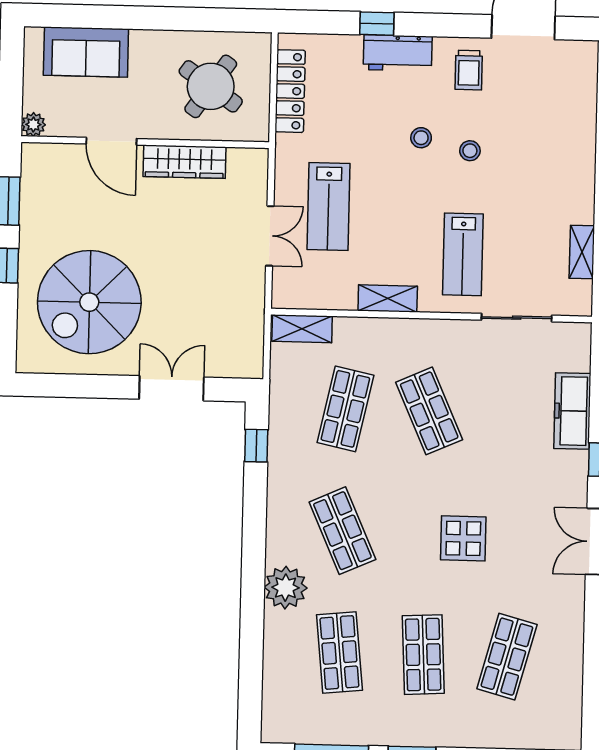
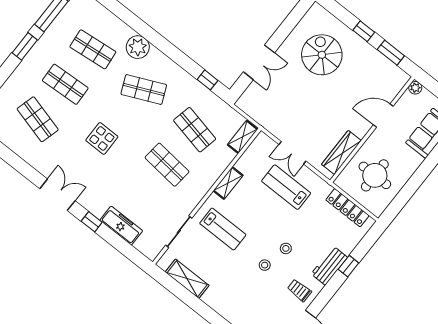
round table: (211, 86) -> (375, 175), turned -35
wardrobe: (184, 162) -> (341, 153), moved
shelving: (582, 252) -> (187, 279), width x1.50, depth x1.33
lab bench: (463, 254) -> (223, 229), turned 180
spiral stairs: (89, 302) -> (322, 55), width x0.73, depth x0.73
shop shelf: (429, 411) -> (167, 165), turned 30

